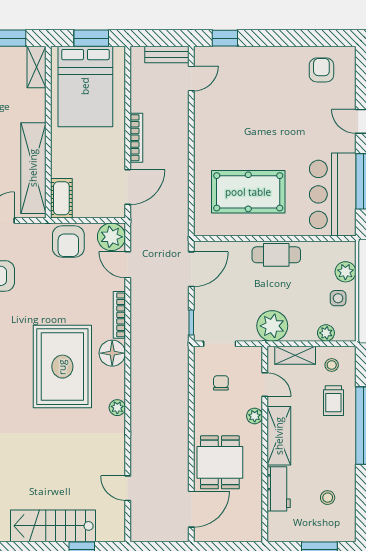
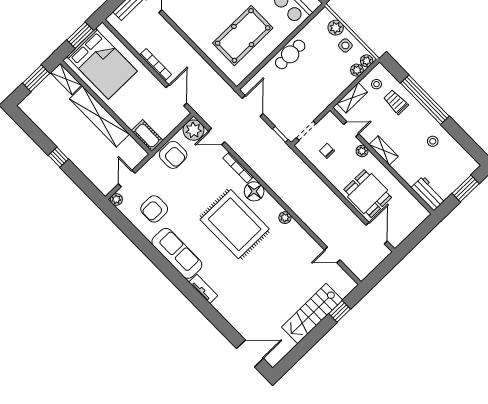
shelving: (33, 168) -> (100, 116), moved
plant: (272, 326) -> (367, 61), moved, width x0.53, depth x0.53
trolley: (333, 401) -> (396, 102), turned 180
shelving: (279, 436) -> (384, 150), width x0.67, depth x0.75
workbench: (279, 489) -> (428, 193), moved
stool: (328, 498) -> (433, 141), moved

